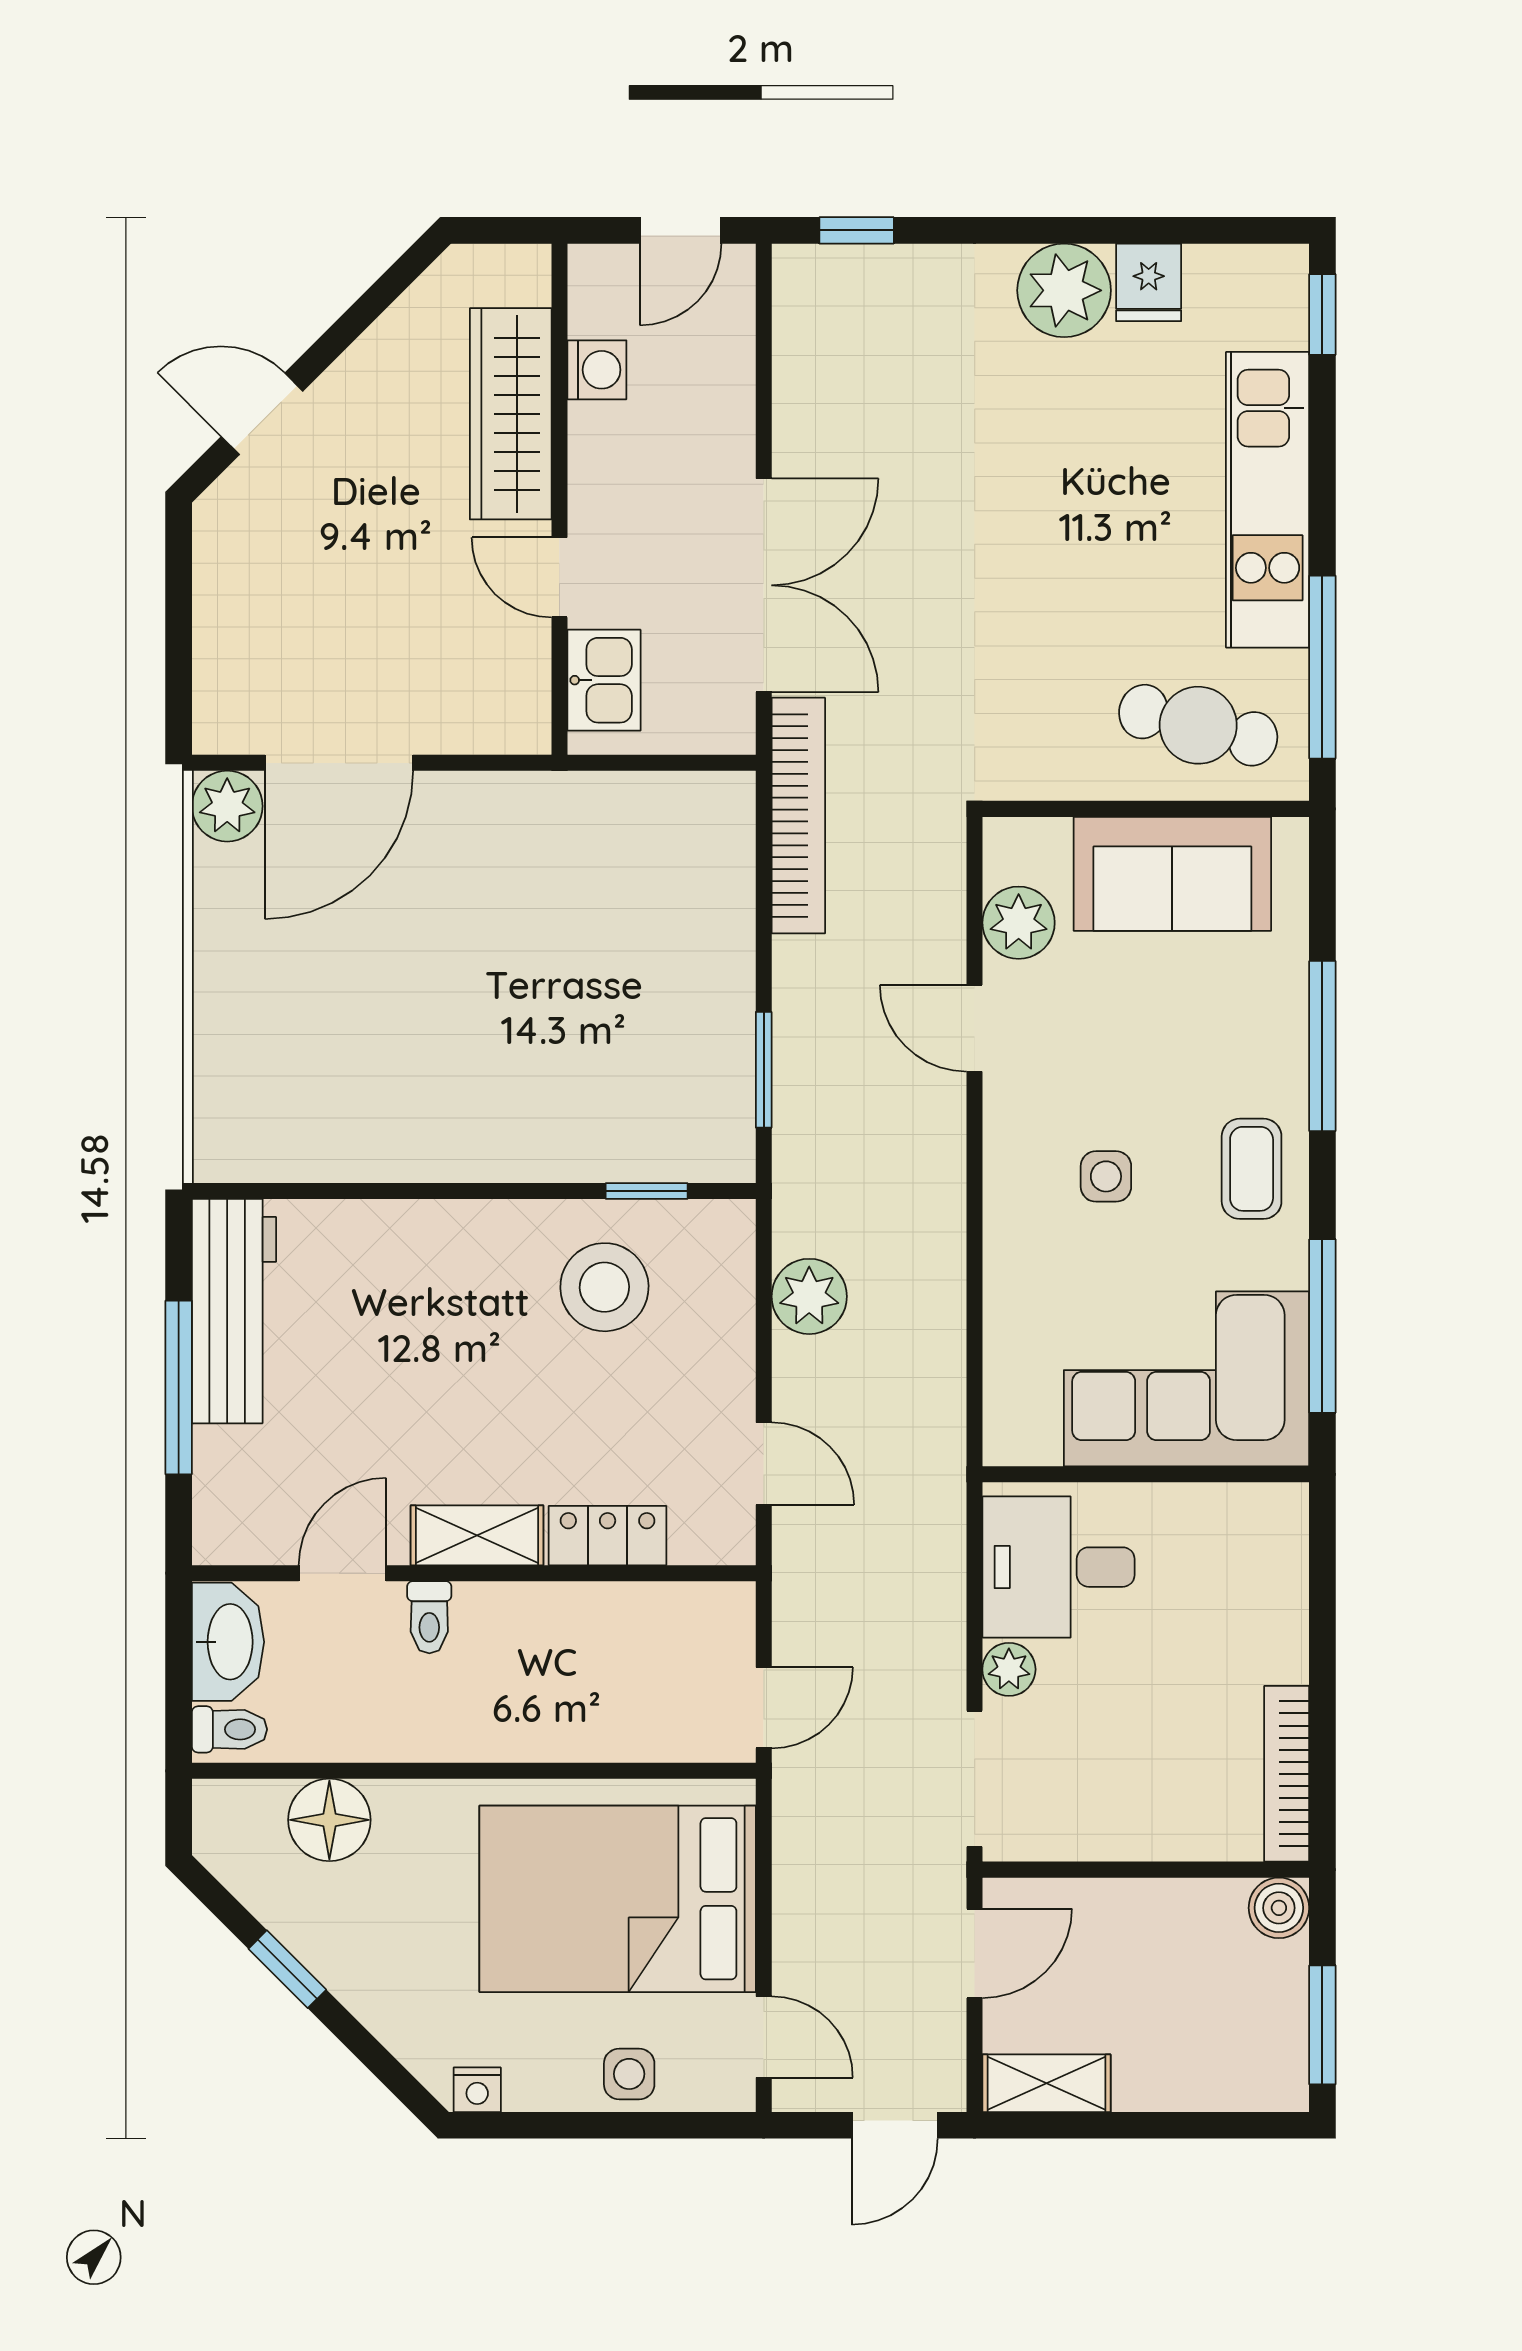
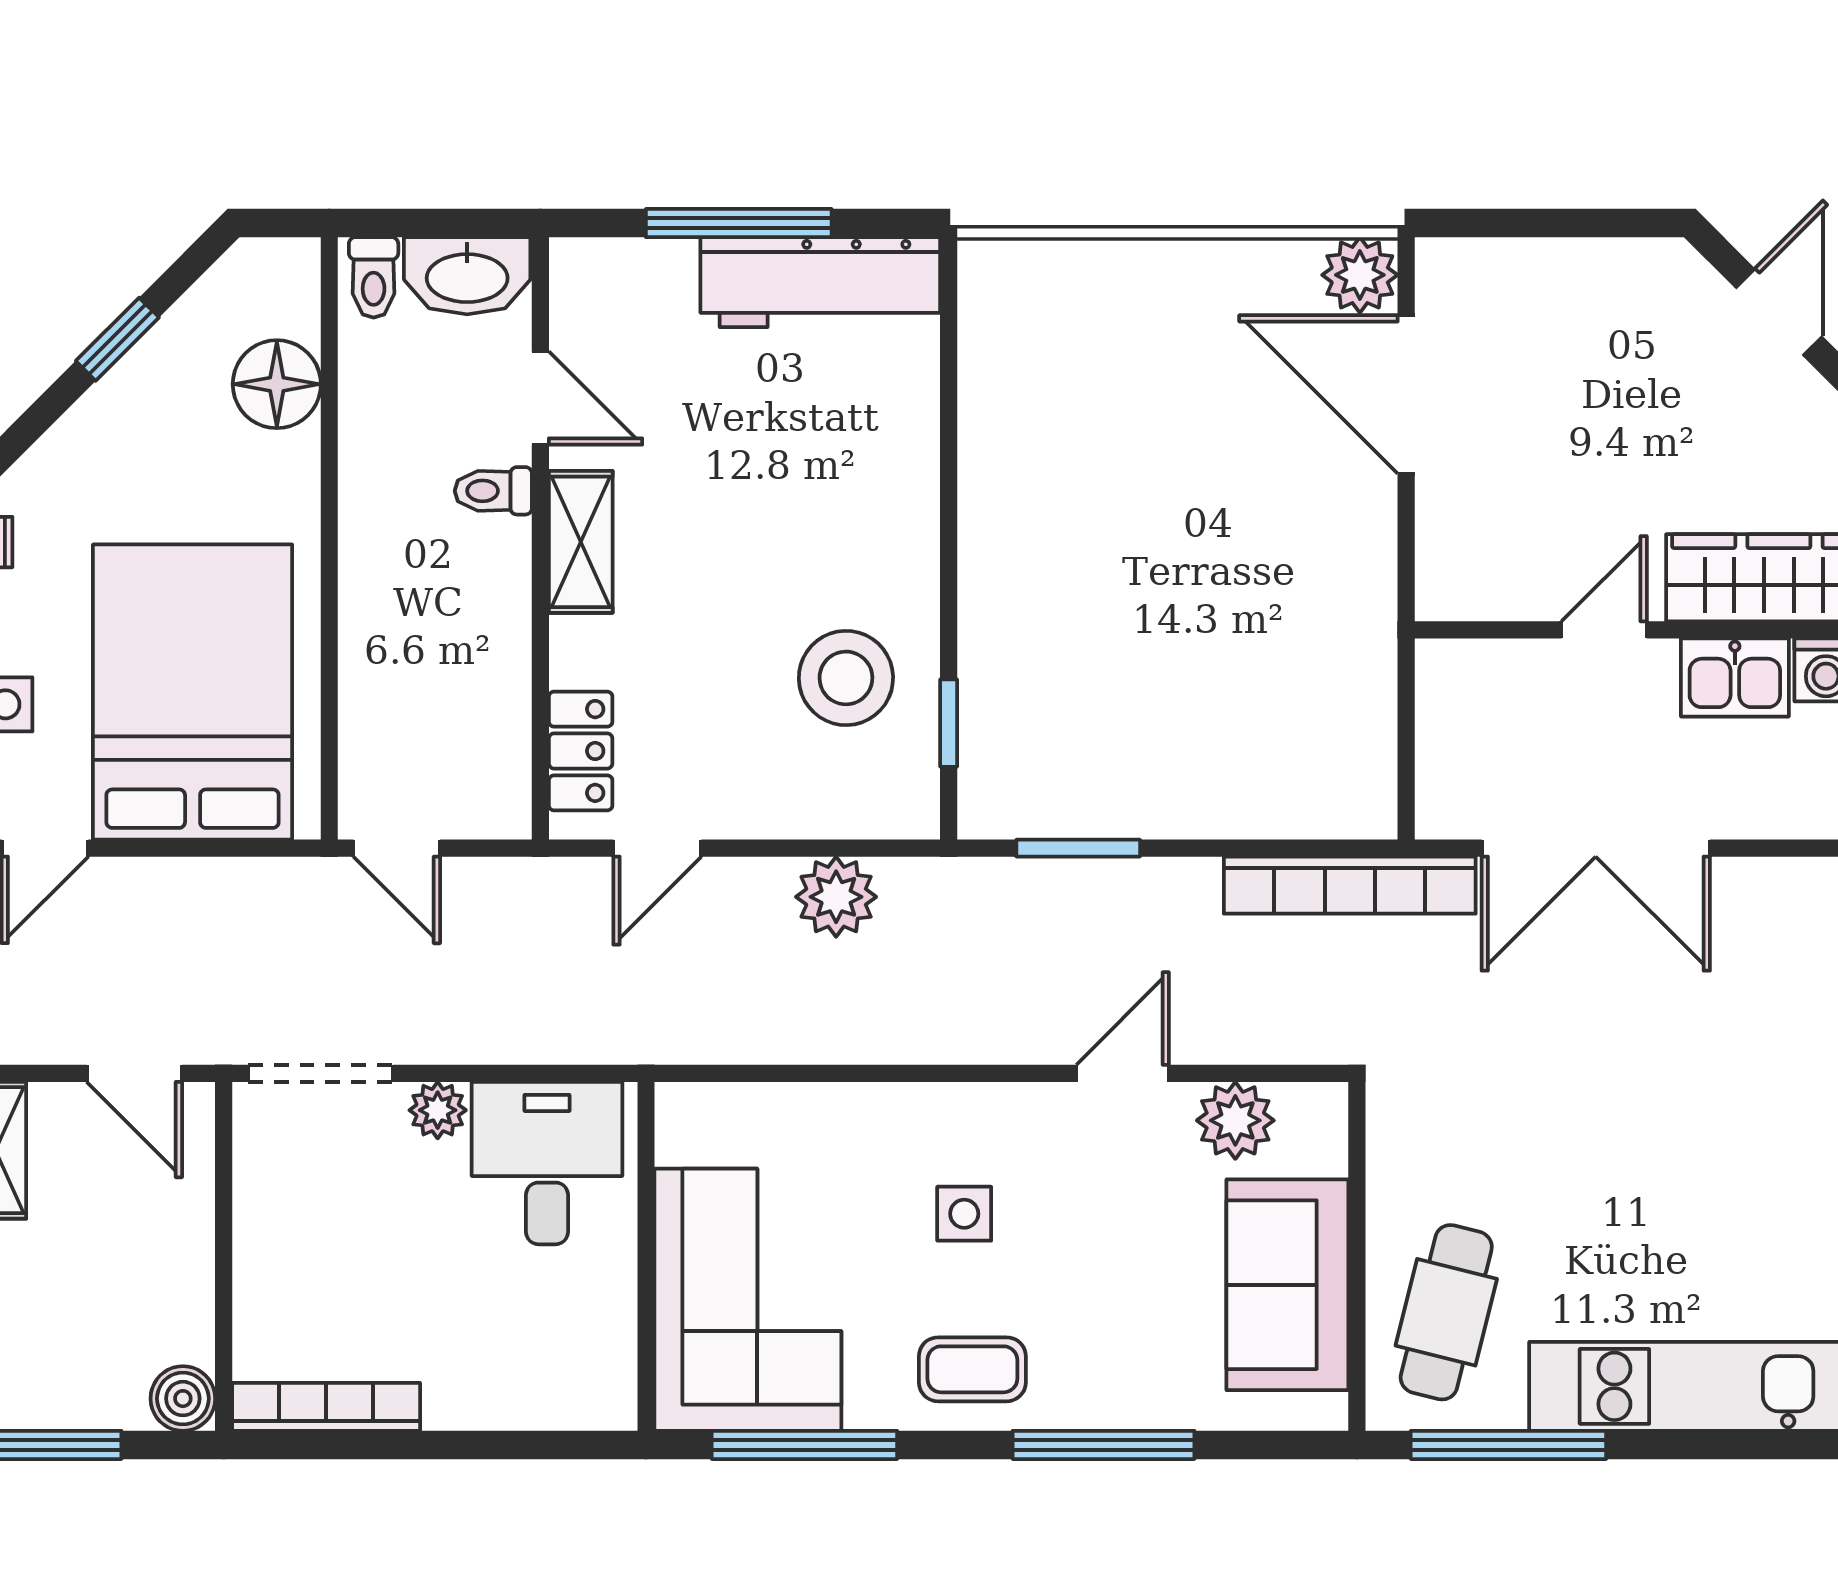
kitchen sink: (604, 680) -> (1735, 677), moved
locker: (608, 1536) -> (581, 751), moved

